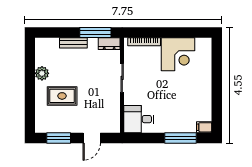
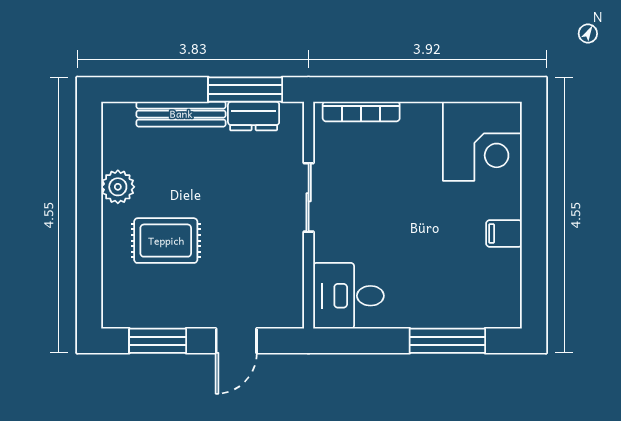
bench: (73, 43) -> (181, 114), width x1.36
dresser: (109, 44) -> (254, 116), moved
corner desk: (178, 54) -> (482, 141), moved
filing cabinet: (204, 127) -> (504, 234), moved

